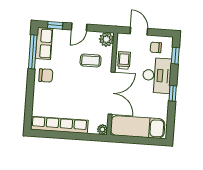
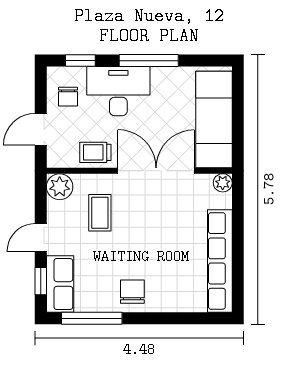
door: (79, 27) -> (41, 238), swing flipped
row of seats: (44, 43) -> (60, 284), moved, turned 90
window: (173, 93) -> (149, 61), width x2.17

